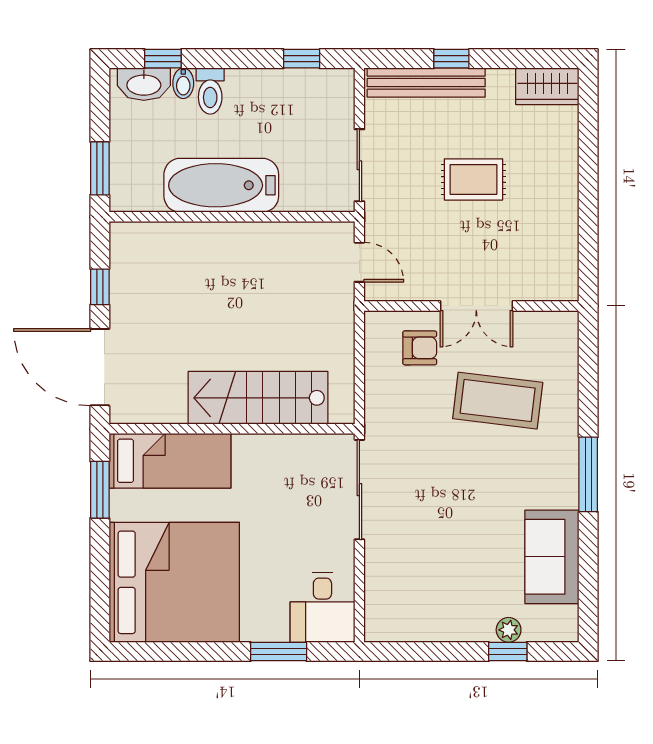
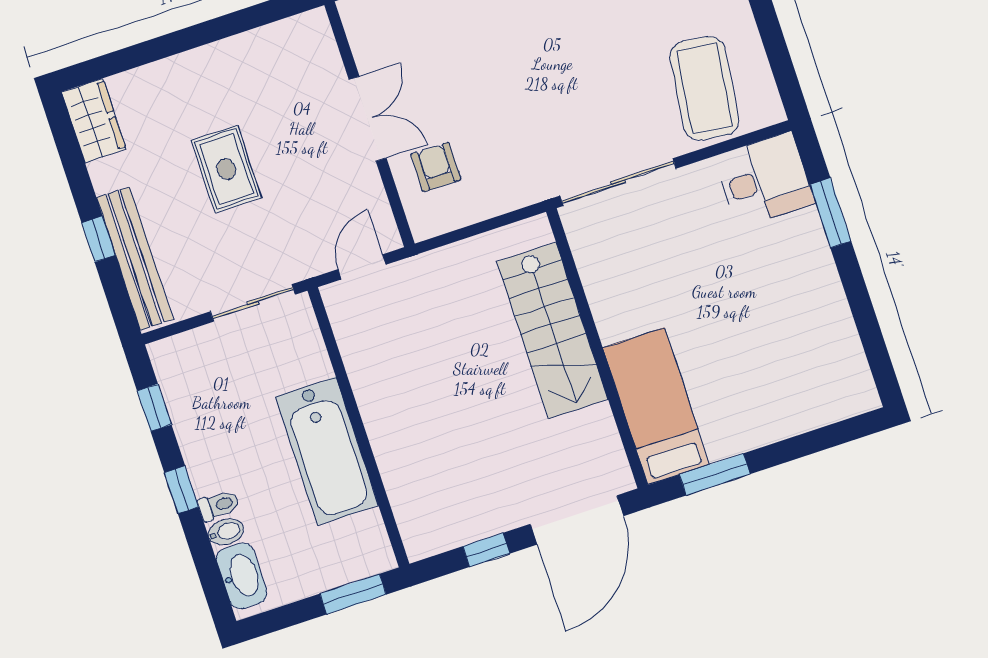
window: (163, 59) -> (181, 490), moved
toilet: (210, 91) -> (219, 505), width x0.73, depth x0.72
coffee table: (498, 401) -> (704, 88), moved
bed: (174, 582) -> (791, 356), removed

